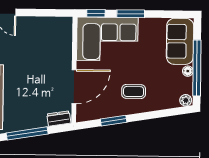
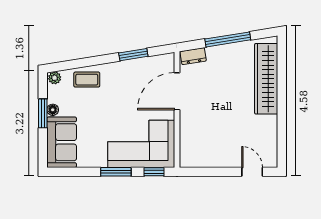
window: (197, 68) -> (43, 113), width x0.47
coffee table: (134, 92) -> (87, 80), moved

